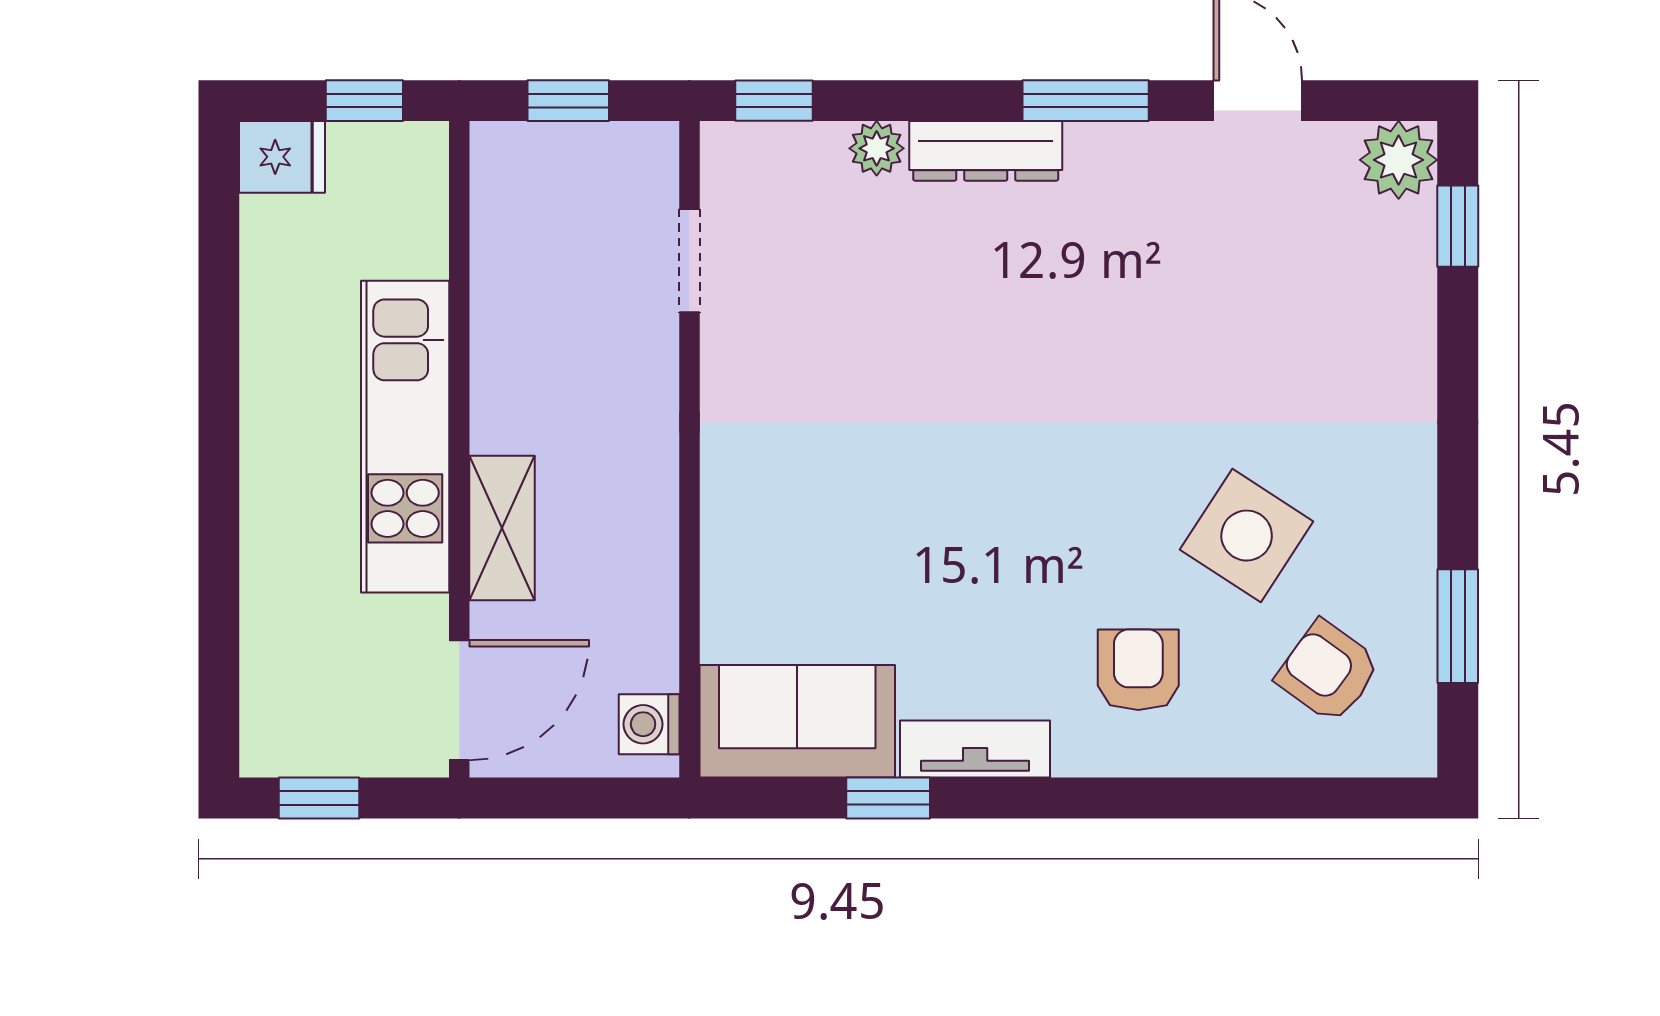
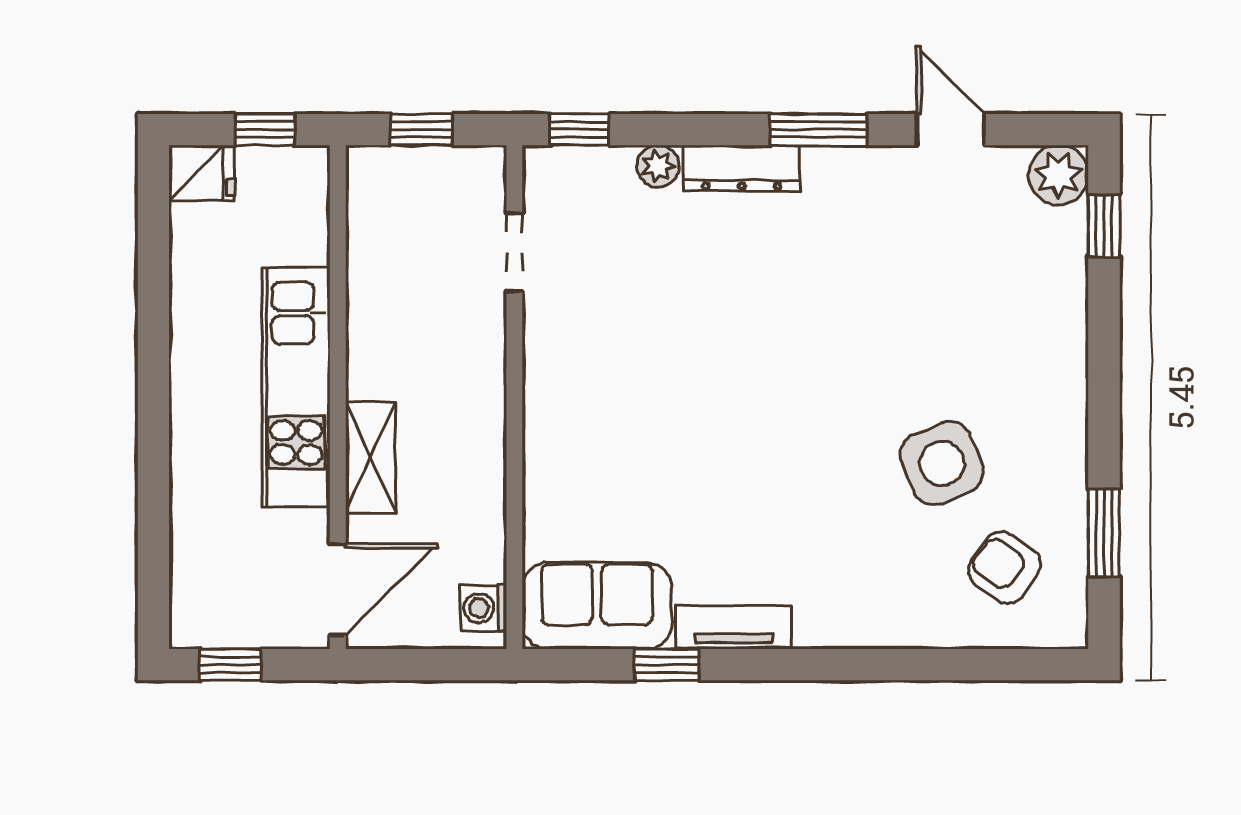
side table: (1247, 536) -> (942, 463), turned 34
armchair: (1138, 670) -> (859, 566), removed

